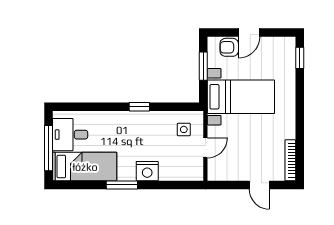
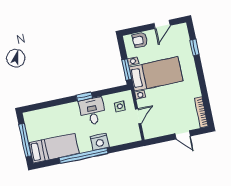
door: (249, 33) -> (162, 24), moved
window: (300, 58) -> (195, 47), moved
window: (203, 66) -> (127, 69), moved
desk: (70, 135) -> (92, 111), moved, turned 90
window: (122, 185) -> (84, 156), width x2.11

